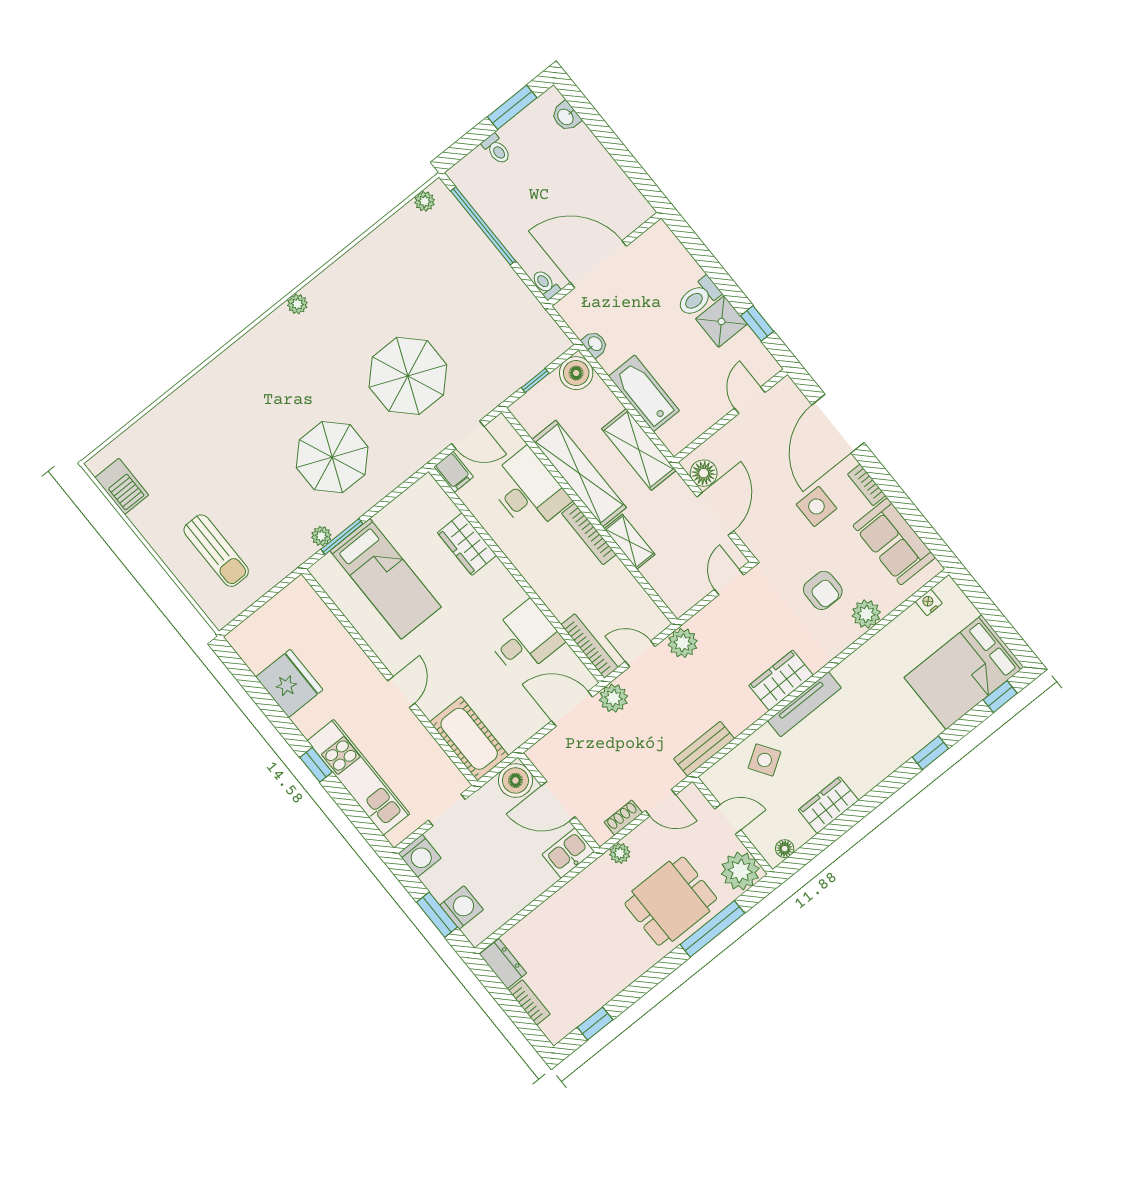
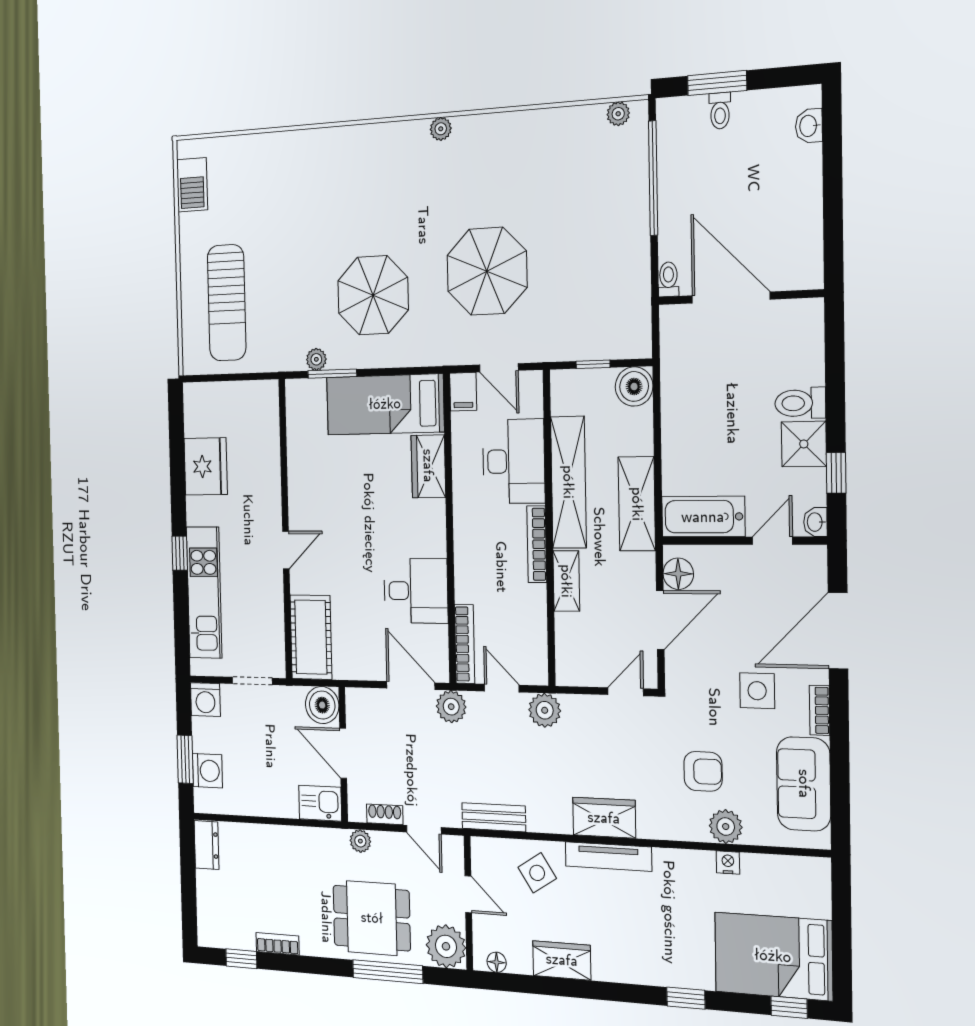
window: (512, 107) -> (717, 83), moved
washbasin: (595, 344) -> (815, 522), moved, turned 180
bathtub: (644, 393) -> (703, 517), moved, turned -90
sun lounger: (216, 551) -> (227, 303), width x1.36, depth x1.34
bed: (386, 579) -> (385, 404), moved, turned 90
armchair: (823, 590) -> (703, 771), turned -90
nightstand: (929, 602) -> (728, 863), moved
bookcase: (530, 1002) -> (278, 944), moved, turned -90

